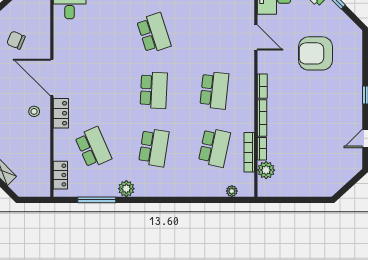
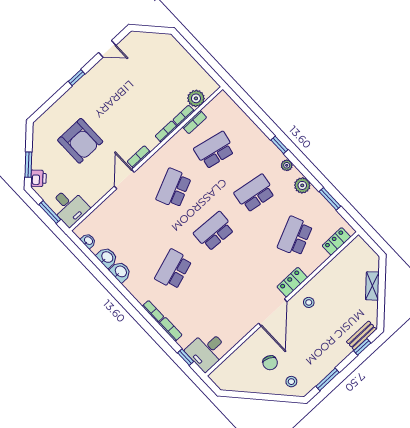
door: (256, 37) -> (124, 179), moved
school desk: (214, 90) -> (174, 188), turned -30
bookcase: (262, 118) -> (166, 132), width x0.64
bookcase: (249, 152) -> (195, 122), width x0.64
plant: (232, 191) -> (287, 165), moved
window: (97, 200) -> (330, 199), width x0.69
window: (173, 200) -> (279, 145), added

